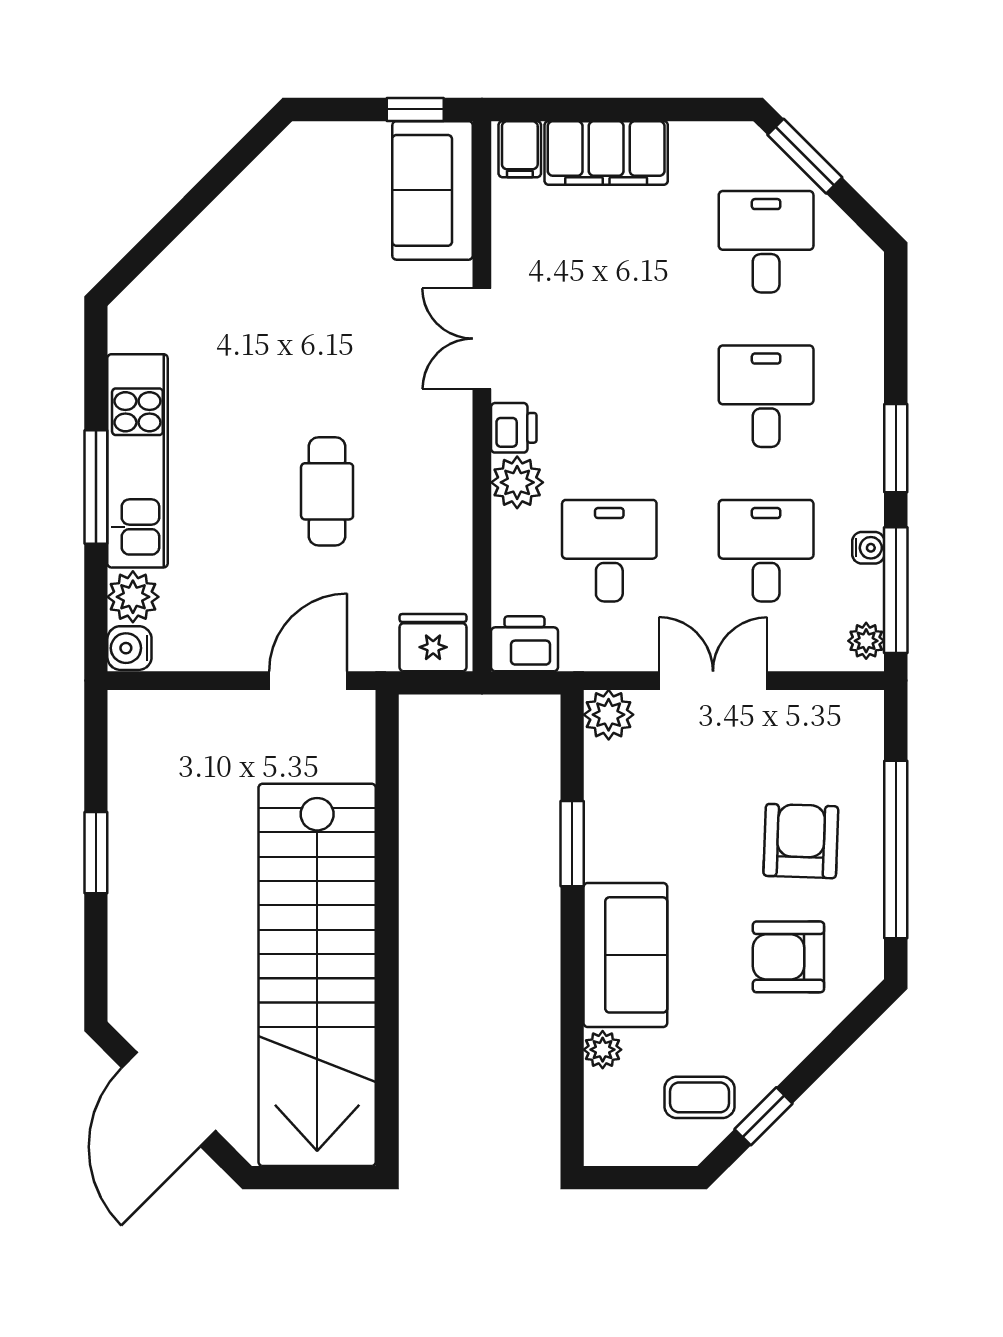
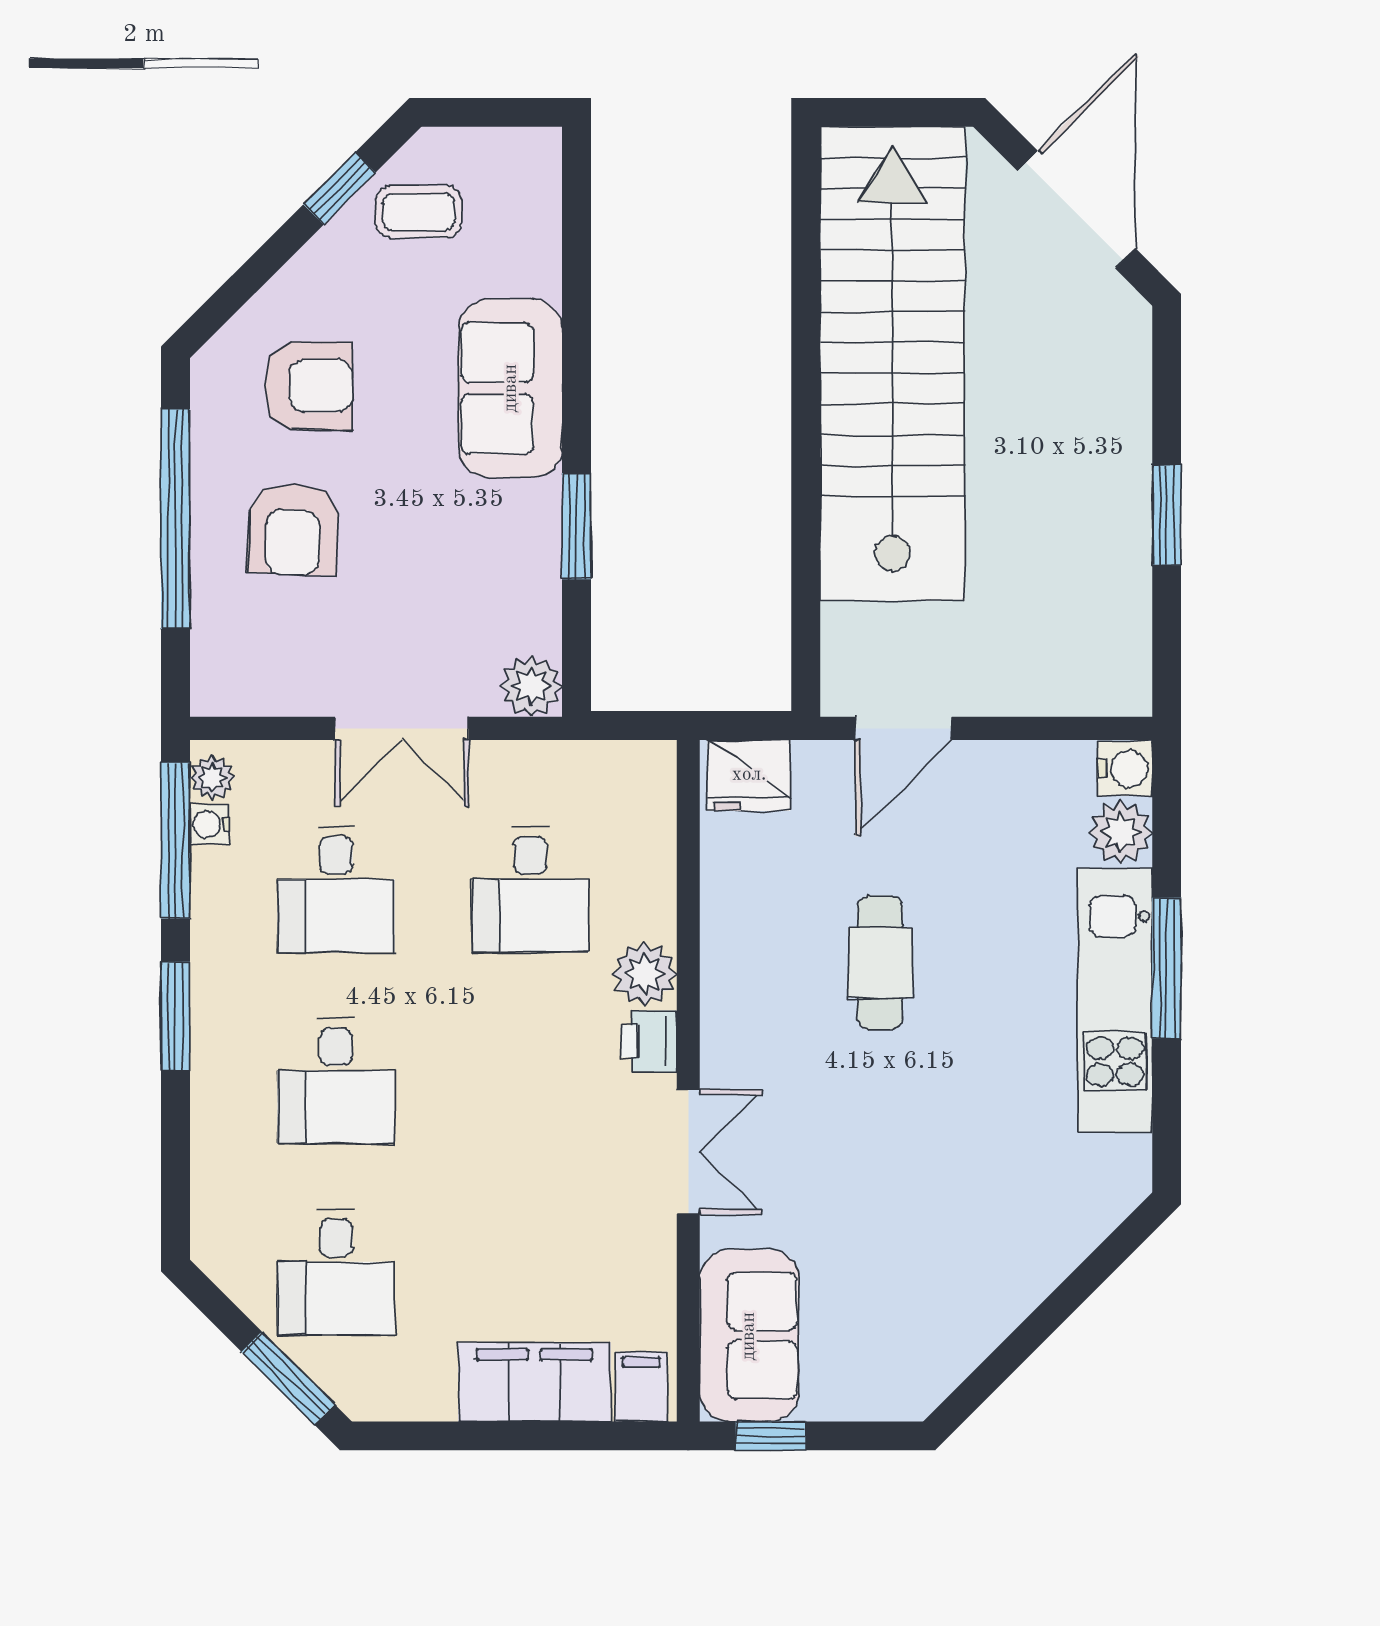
water cooler: (868, 548) -> (210, 824), moved
printer: (524, 644) -> (636, 774), removed
plant: (603, 1050) -> (539, 271), removed

